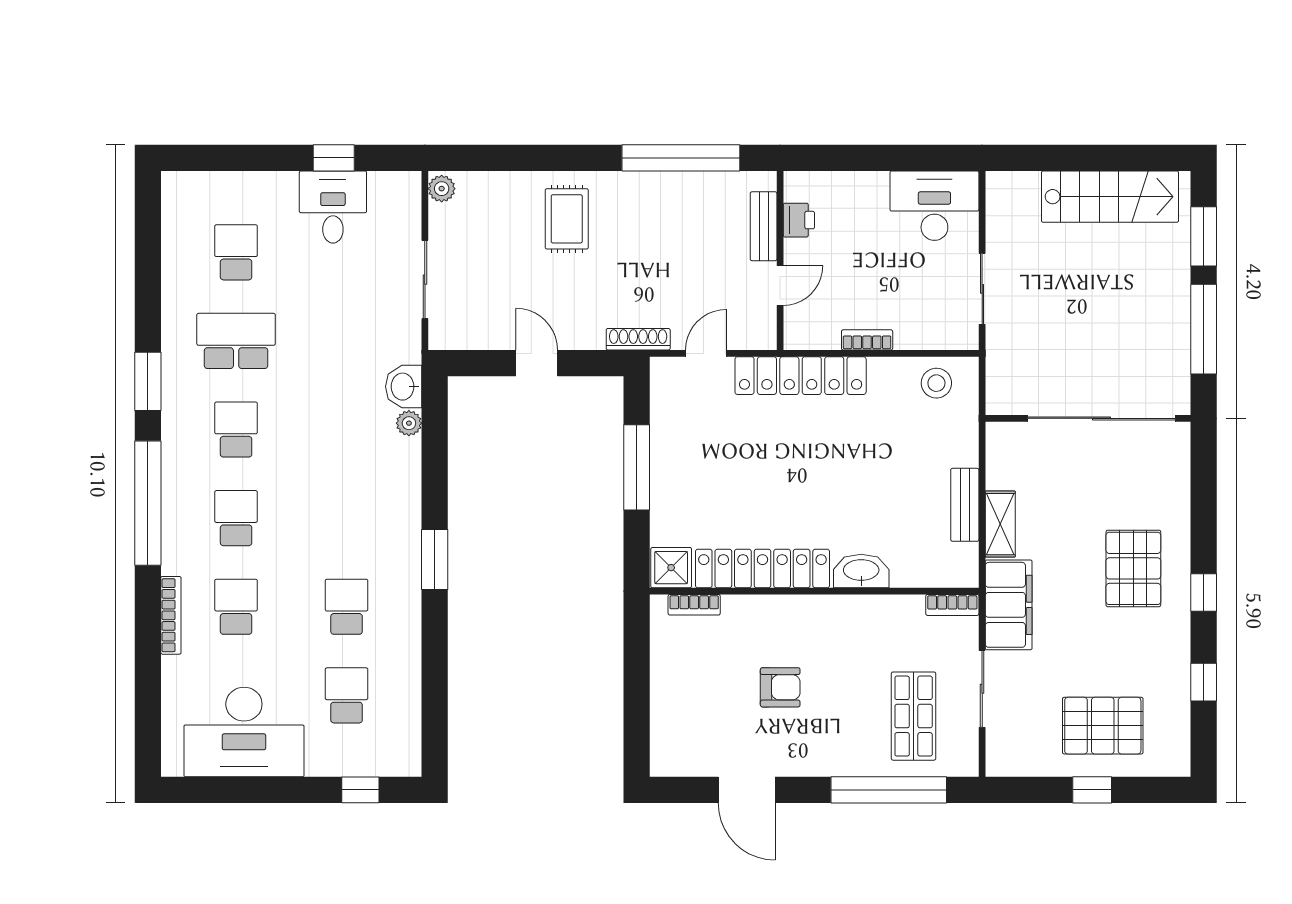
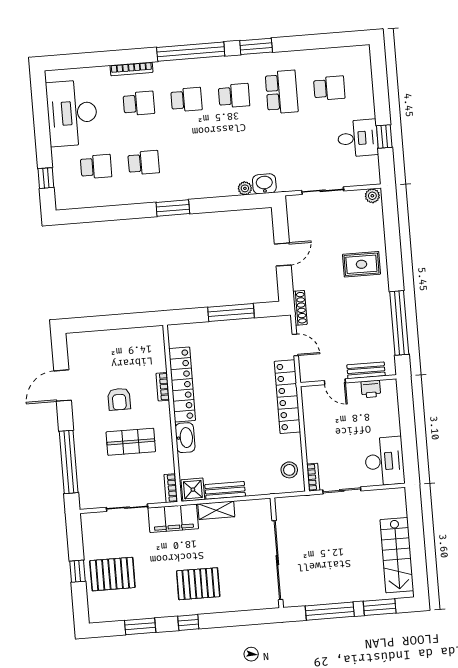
bookcase: (867, 340) -> (313, 477), moved
shower: (671, 568) -> (193, 490), moved
bookcase: (694, 605) -> (163, 387), moved
window: (1204, 682) -> (140, 626), width x1.50
shop shelf: (914, 716) -> (131, 442), moved
pallet: (1103, 726) -> (112, 574), turned 90

